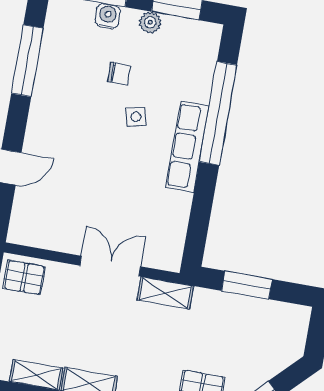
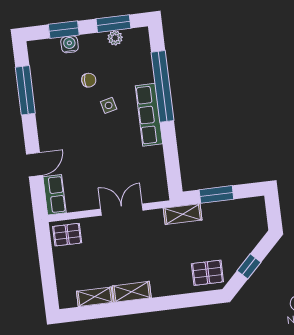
plant: (150, 22) -> (115, 38), moved
row of seats: (24, 217) -> (55, 195), added
shelving: (165, 293) -> (183, 214), moved

